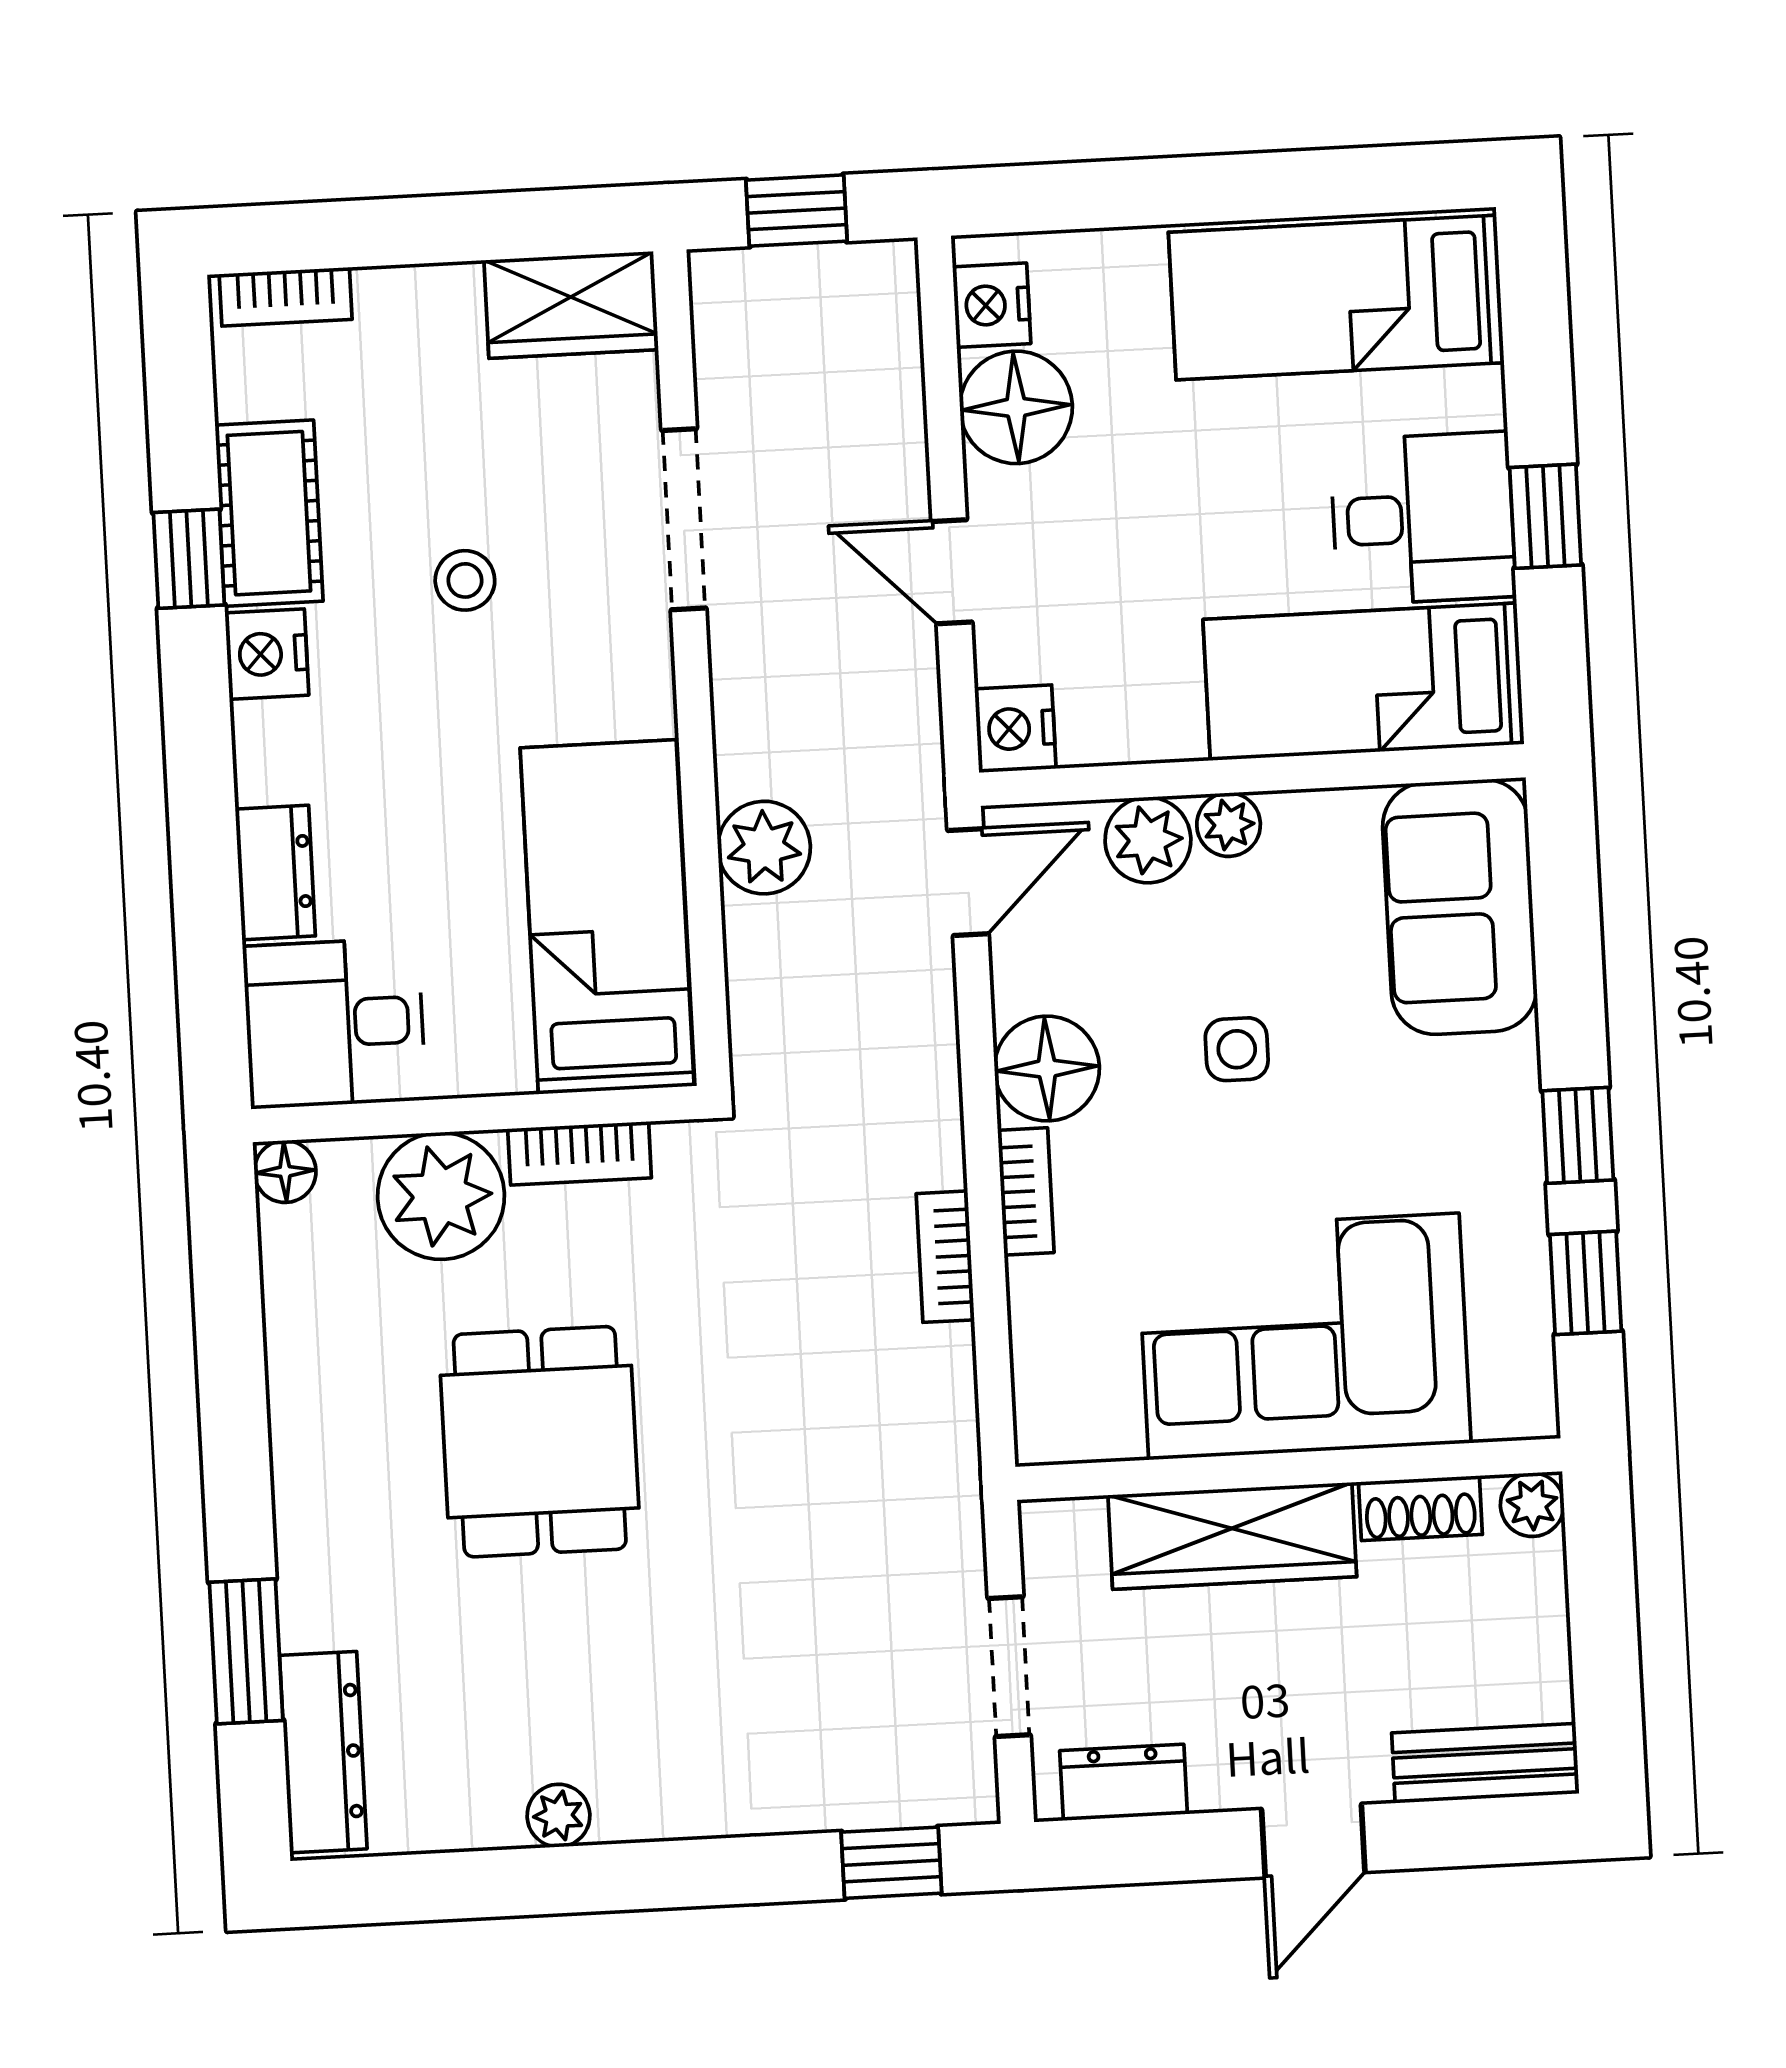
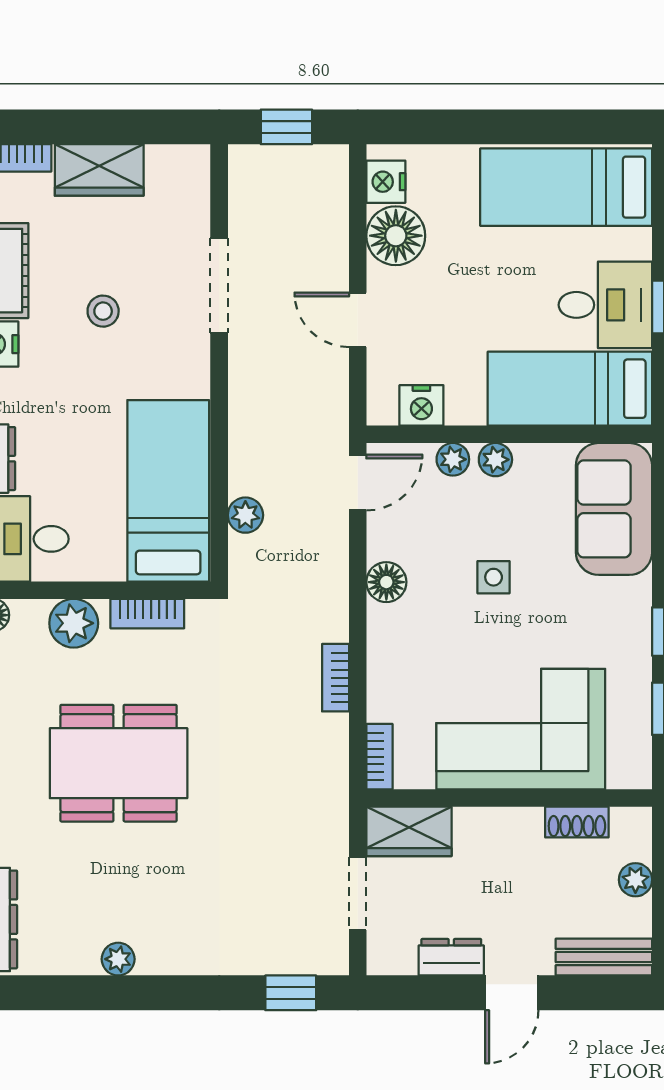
wardrobe: (571, 305) -> (99, 170), moved
nightstand: (1015, 729) -> (421, 405), moved, turned -90
plant: (1148, 840) -> (453, 459), width x0.73, depth x0.73
plant: (764, 848) -> (245, 515), moved, width x0.73, depth x0.73
floor lamp: (1047, 1069) -> (386, 582), width x0.73, depth x0.73
bookcase: (1026, 1191) -> (379, 757), moved
plant: (441, 1196) -> (74, 623), width x0.73, depth x0.73
dining table: (540, 1442) -> (119, 763), width x1.38
plant: (1532, 1505) -> (635, 880), moved
wardrobe: (1232, 1536) -> (409, 831), moved, width x0.67
dresser: (1124, 1782) -> (451, 957), moved

